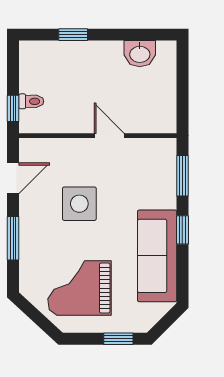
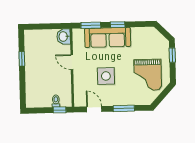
window: (73, 35) -> (22, 59), moved
washbasin: (140, 54) -> (64, 37), moved, turned 180
door: (109, 136) -> (72, 62), hinge flipped
sofa: (157, 256) -> (108, 37), moved

